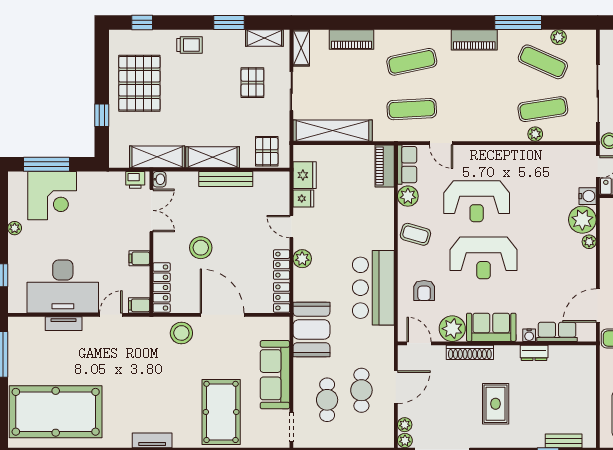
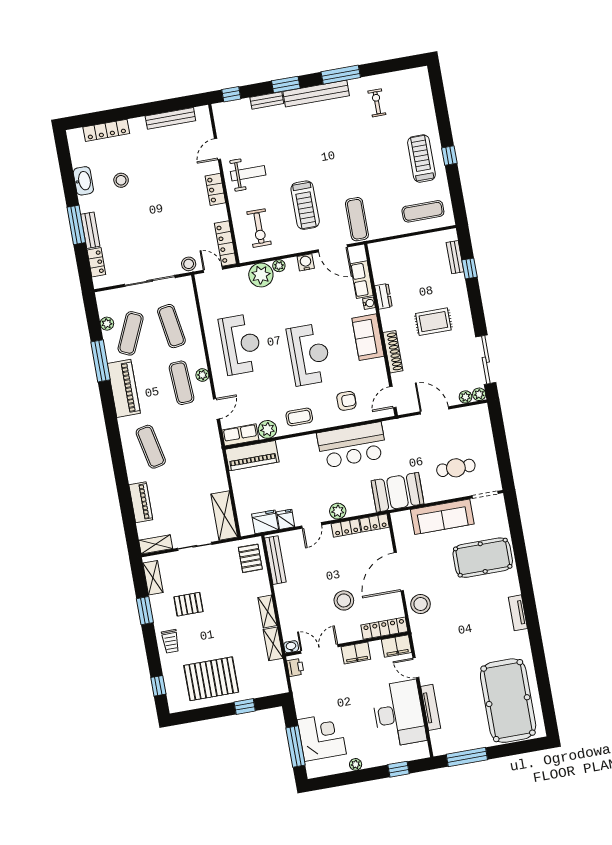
piano: (474, 40) -> (124, 388), width x1.37, depth x1.33
trolley: (190, 45) -> (170, 641), turned 180
pallet: (252, 83) -> (188, 604), moved
exercise mat: (412, 109) -> (182, 383), moved
shelving: (333, 131) -> (224, 515), width x0.68
plant: (535, 134) -> (202, 375), moved
pallet: (267, 151) -> (250, 558), turned 90
shelving: (157, 157) -> (273, 644), width x0.67, depth x0.75
shelving: (213, 157) -> (268, 611), width x0.67, depth x0.75
piano: (385, 166) -> (252, 456), width x1.37, depth x1.33
bench: (226, 179) -> (275, 560), moved
water cooler: (588, 196) -> (306, 262), moved
reception desk: (477, 201) -> (241, 344), moved
coffee table: (415, 234) -> (299, 417), turned 74
filing cabinet: (139, 258) -> (356, 653), width x2.00
filing cabinet: (139, 305) -> (396, 646), width x2.00
tv unit: (64, 324) -> (431, 707), width x1.41
plant: (452, 329) -> (375, 371), removed
cafe table: (361, 390) -> (442, 440), removed

